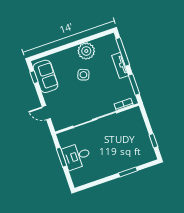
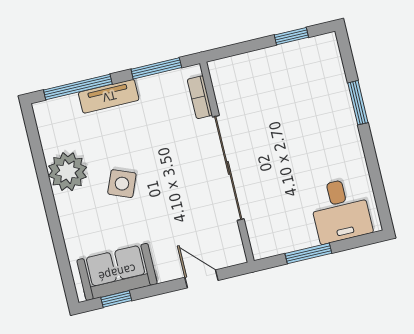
door: (46, 113) -> (202, 279), swing flipped
desk: (77, 156) -> (340, 210), moved

